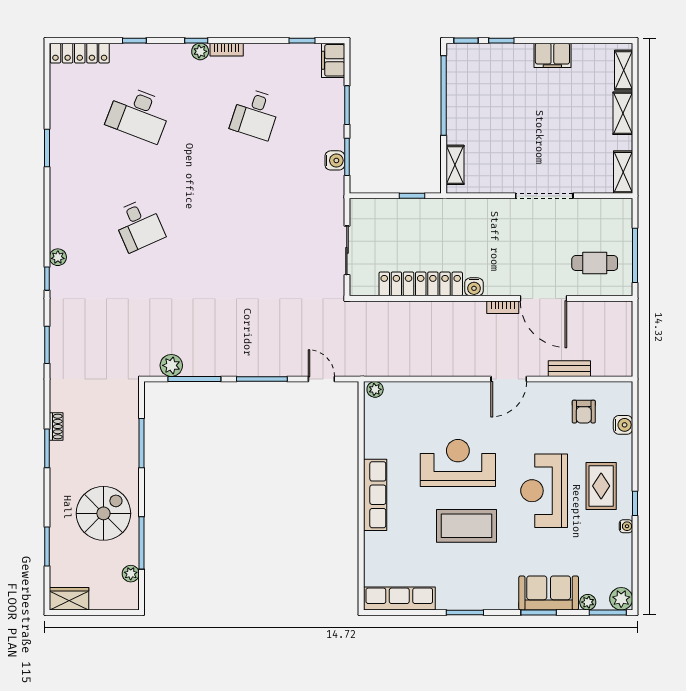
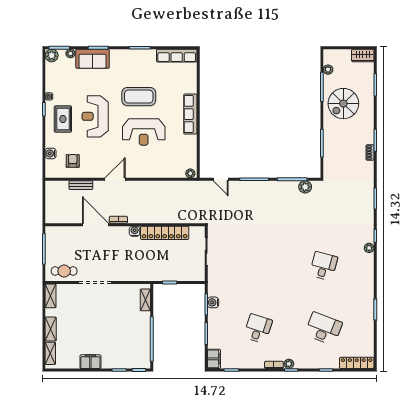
desk: (139, 225) -> (323, 266), turned 39
cafe table: (595, 263) -> (64, 271), moved
reception desk: (544, 491) -> (95, 116), turned 180

